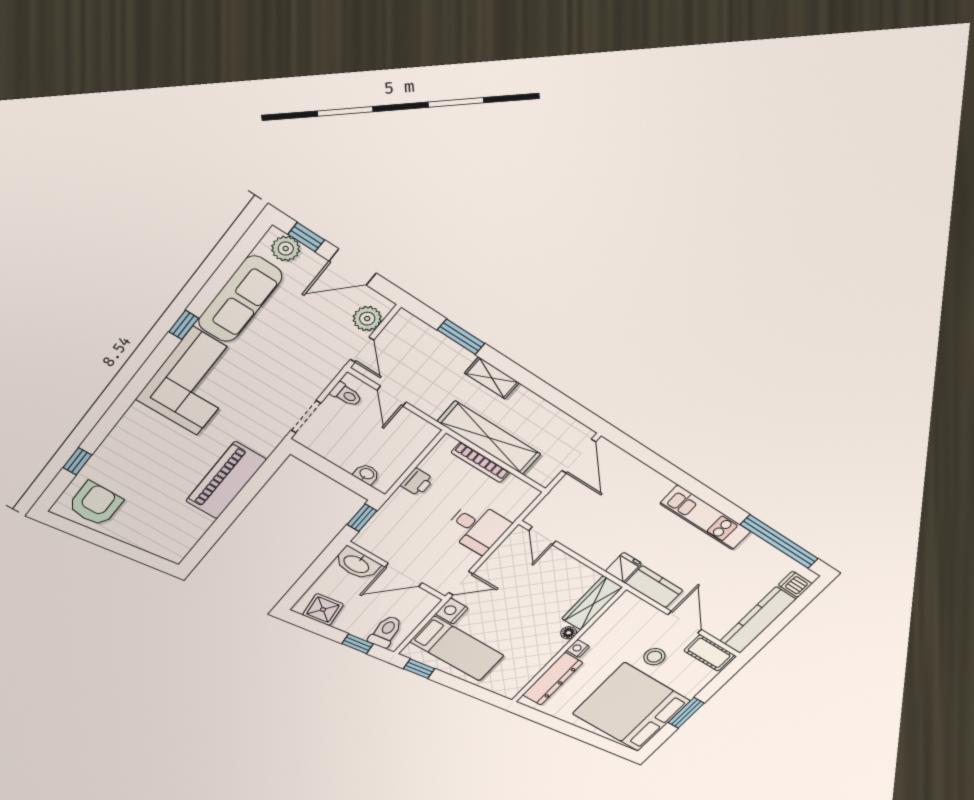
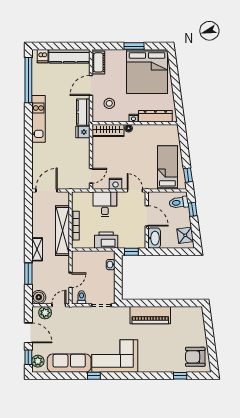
boiler: (404, 326) -> (39, 297), added
printer: (417, 482) -> (106, 240), width x1.87, depth x1.48
nightstand: (452, 611) -> (116, 184), moved
stool: (654, 657) -> (109, 103), moved

